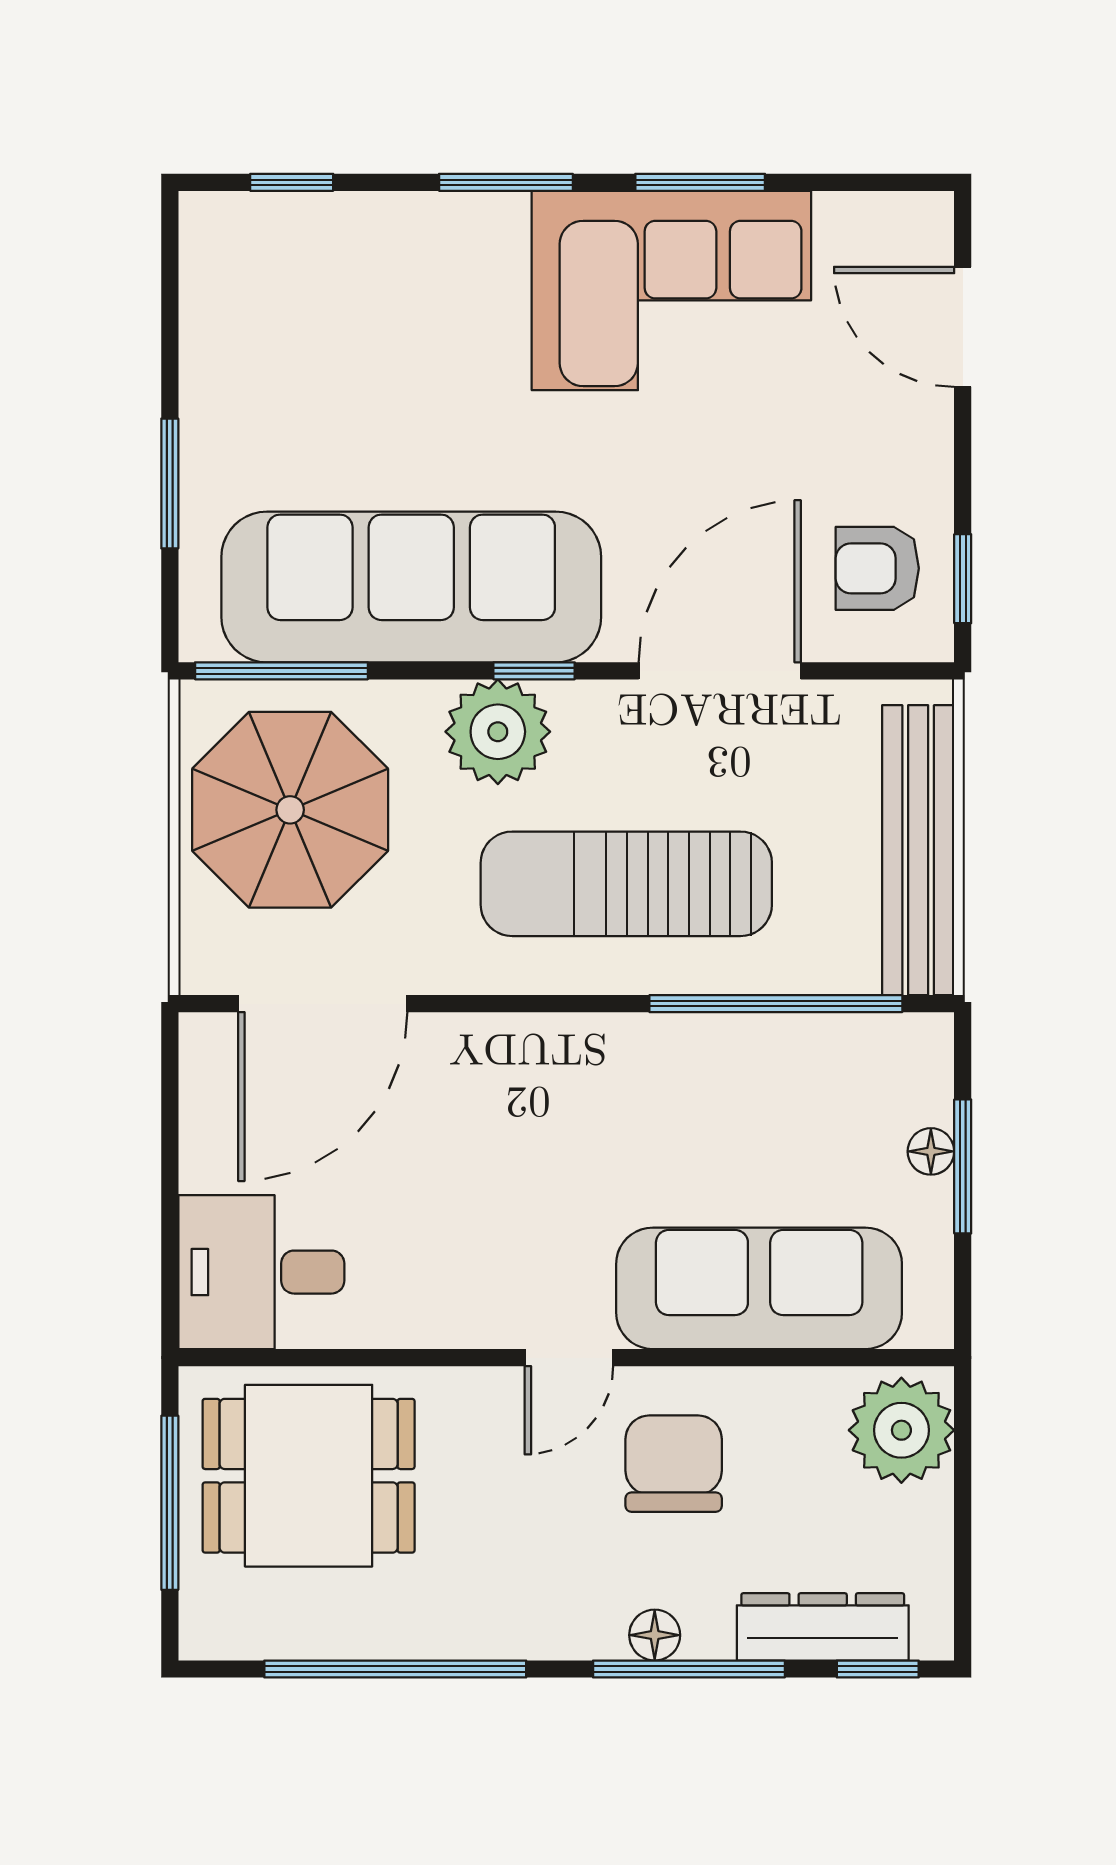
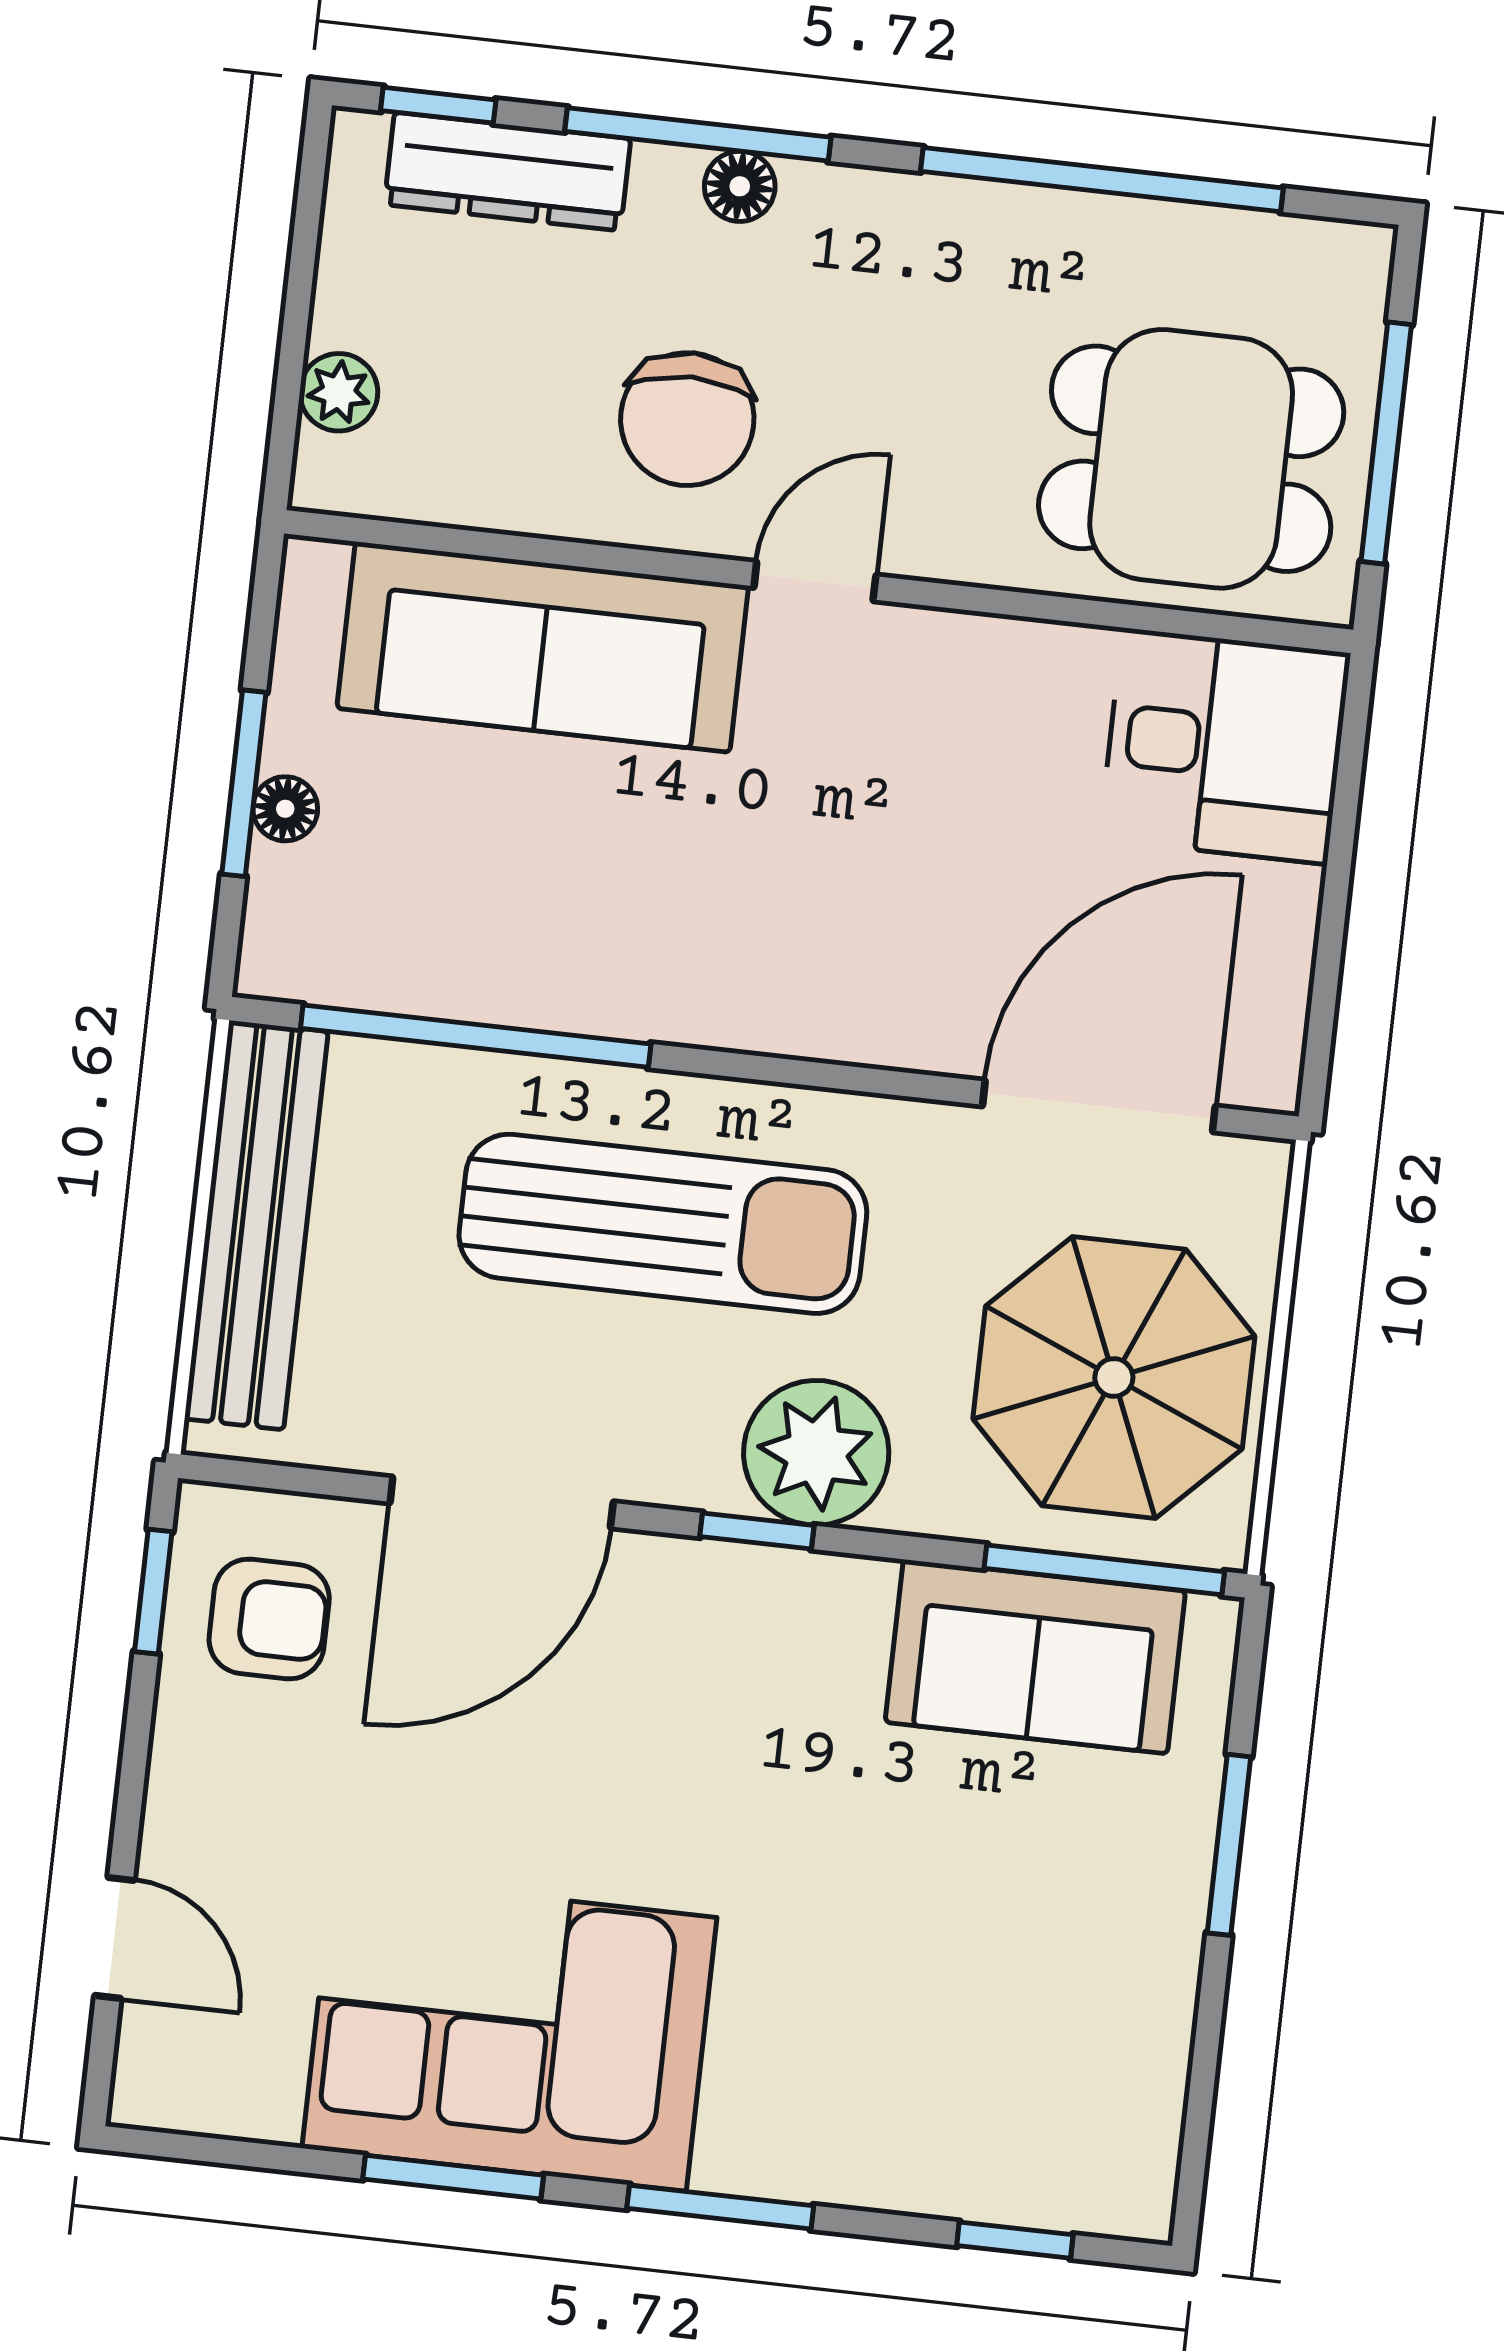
door: (963, 327) -> (114, 1938), width x0.73
sofa: (411, 587) -> (1035, 1657), width x0.54, depth x0.79
plant: (901, 1430) -> (339, 392), width x0.53, depth x0.53

